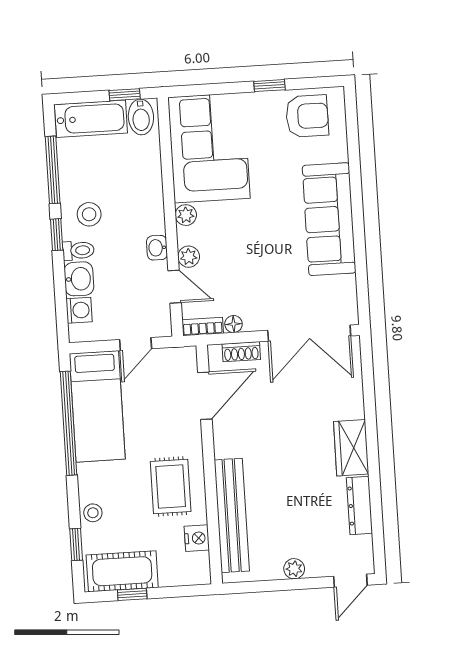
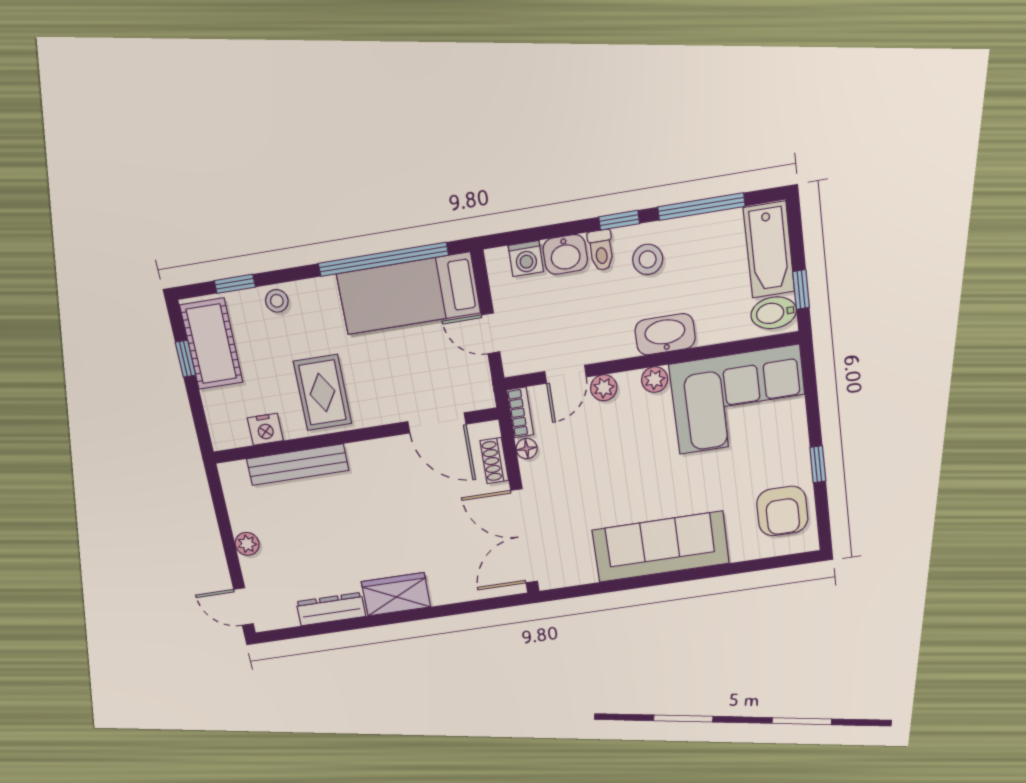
washbasin: (157, 248) -> (665, 334), moved, width x1.91, depth x1.45
rug: (171, 486) -> (322, 393), turned 90
bench: (232, 515) -> (298, 465), width x0.73, depth x0.82

